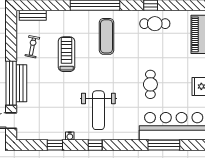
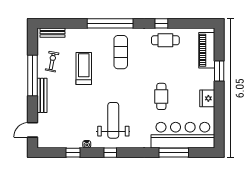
window: (11, 83) -> (33, 76), moved
weight bench: (98, 110) -> (113, 120), turned 180

